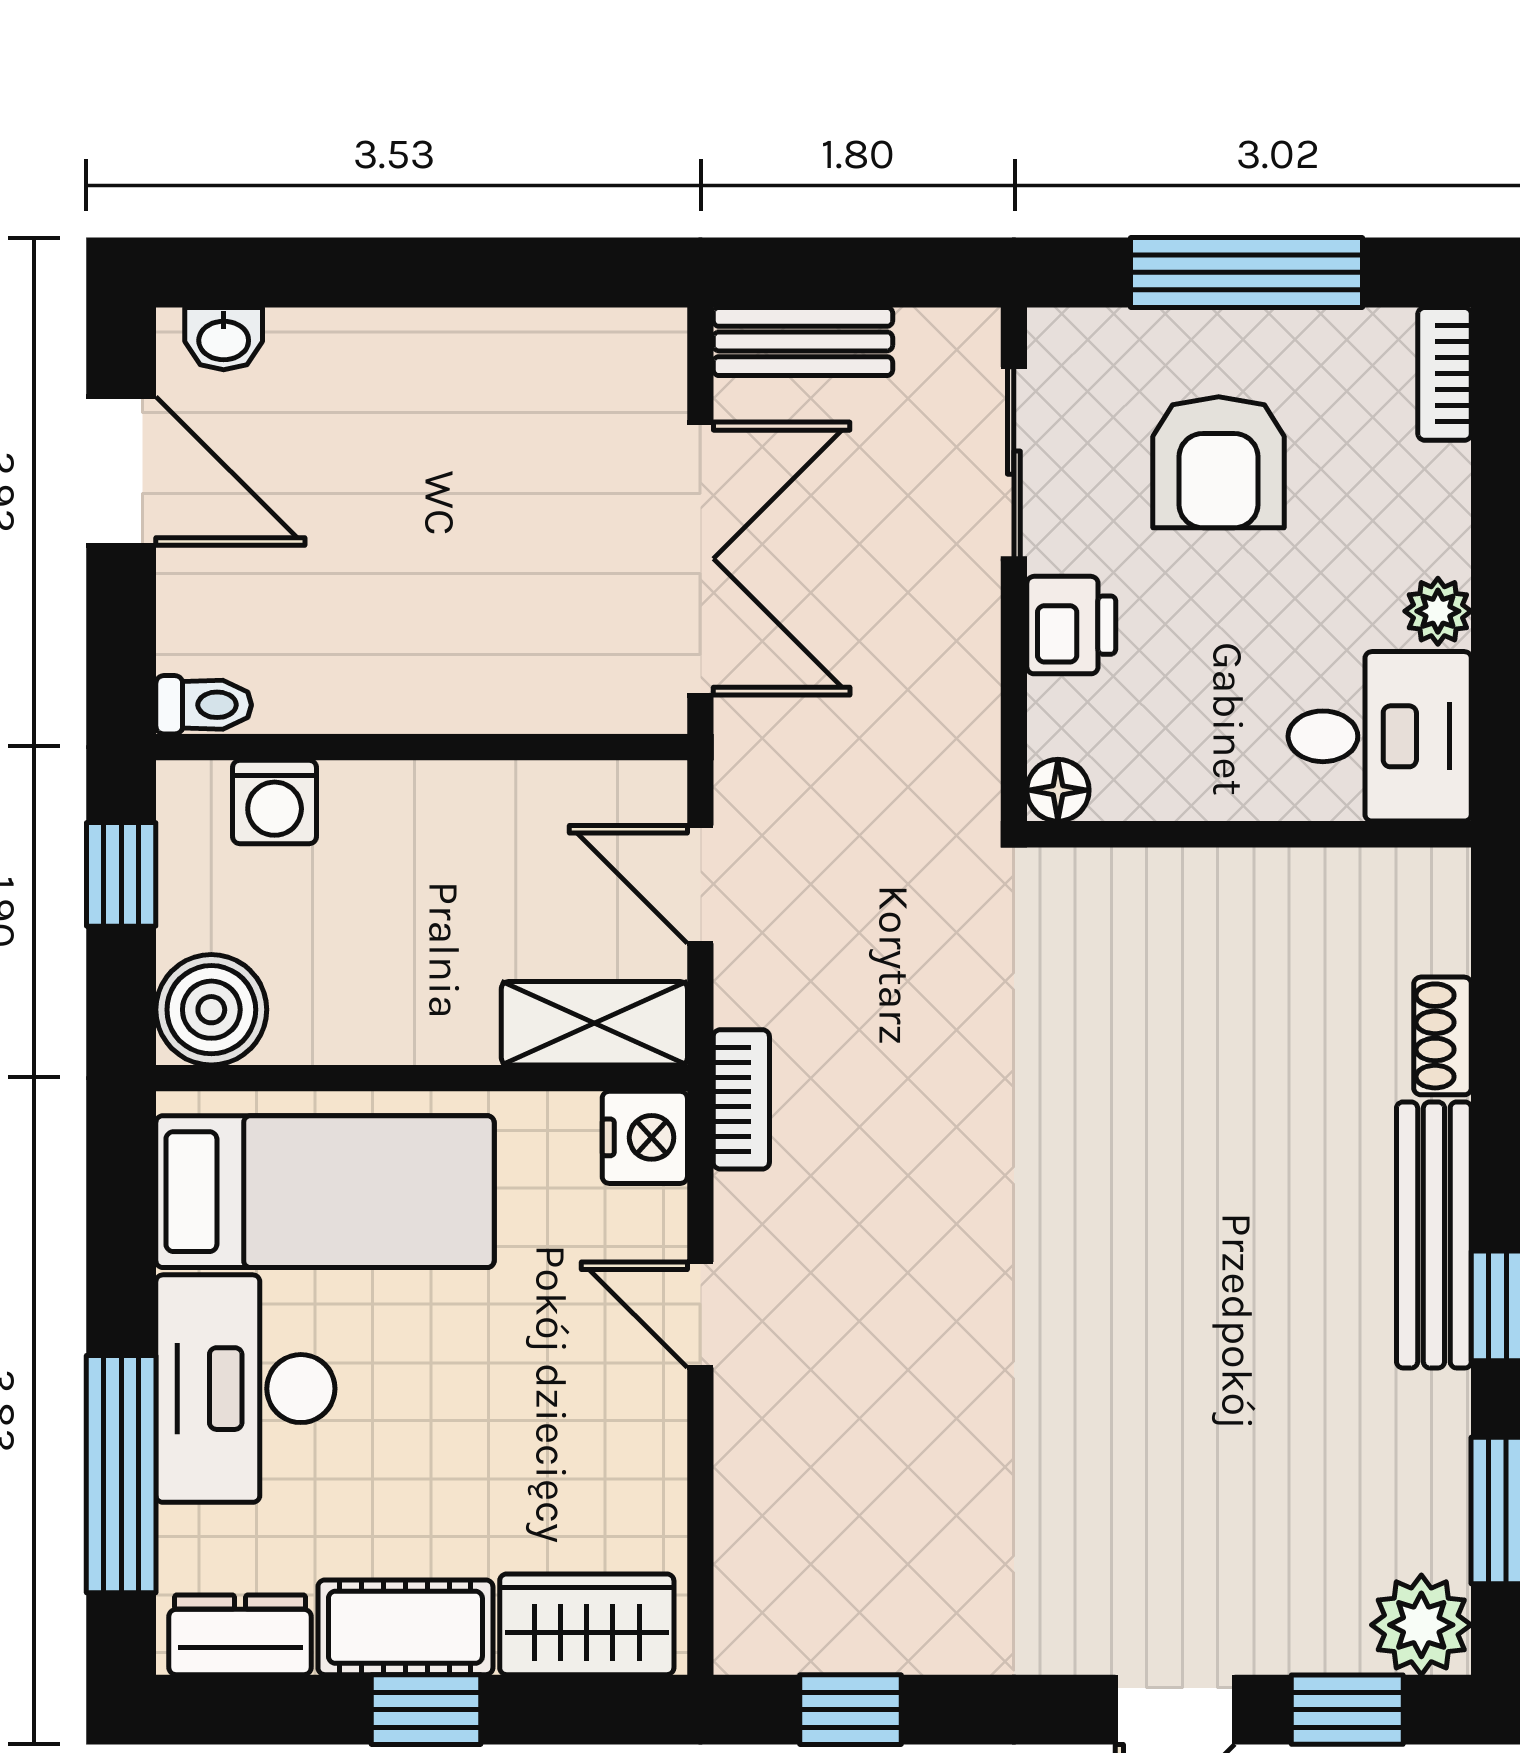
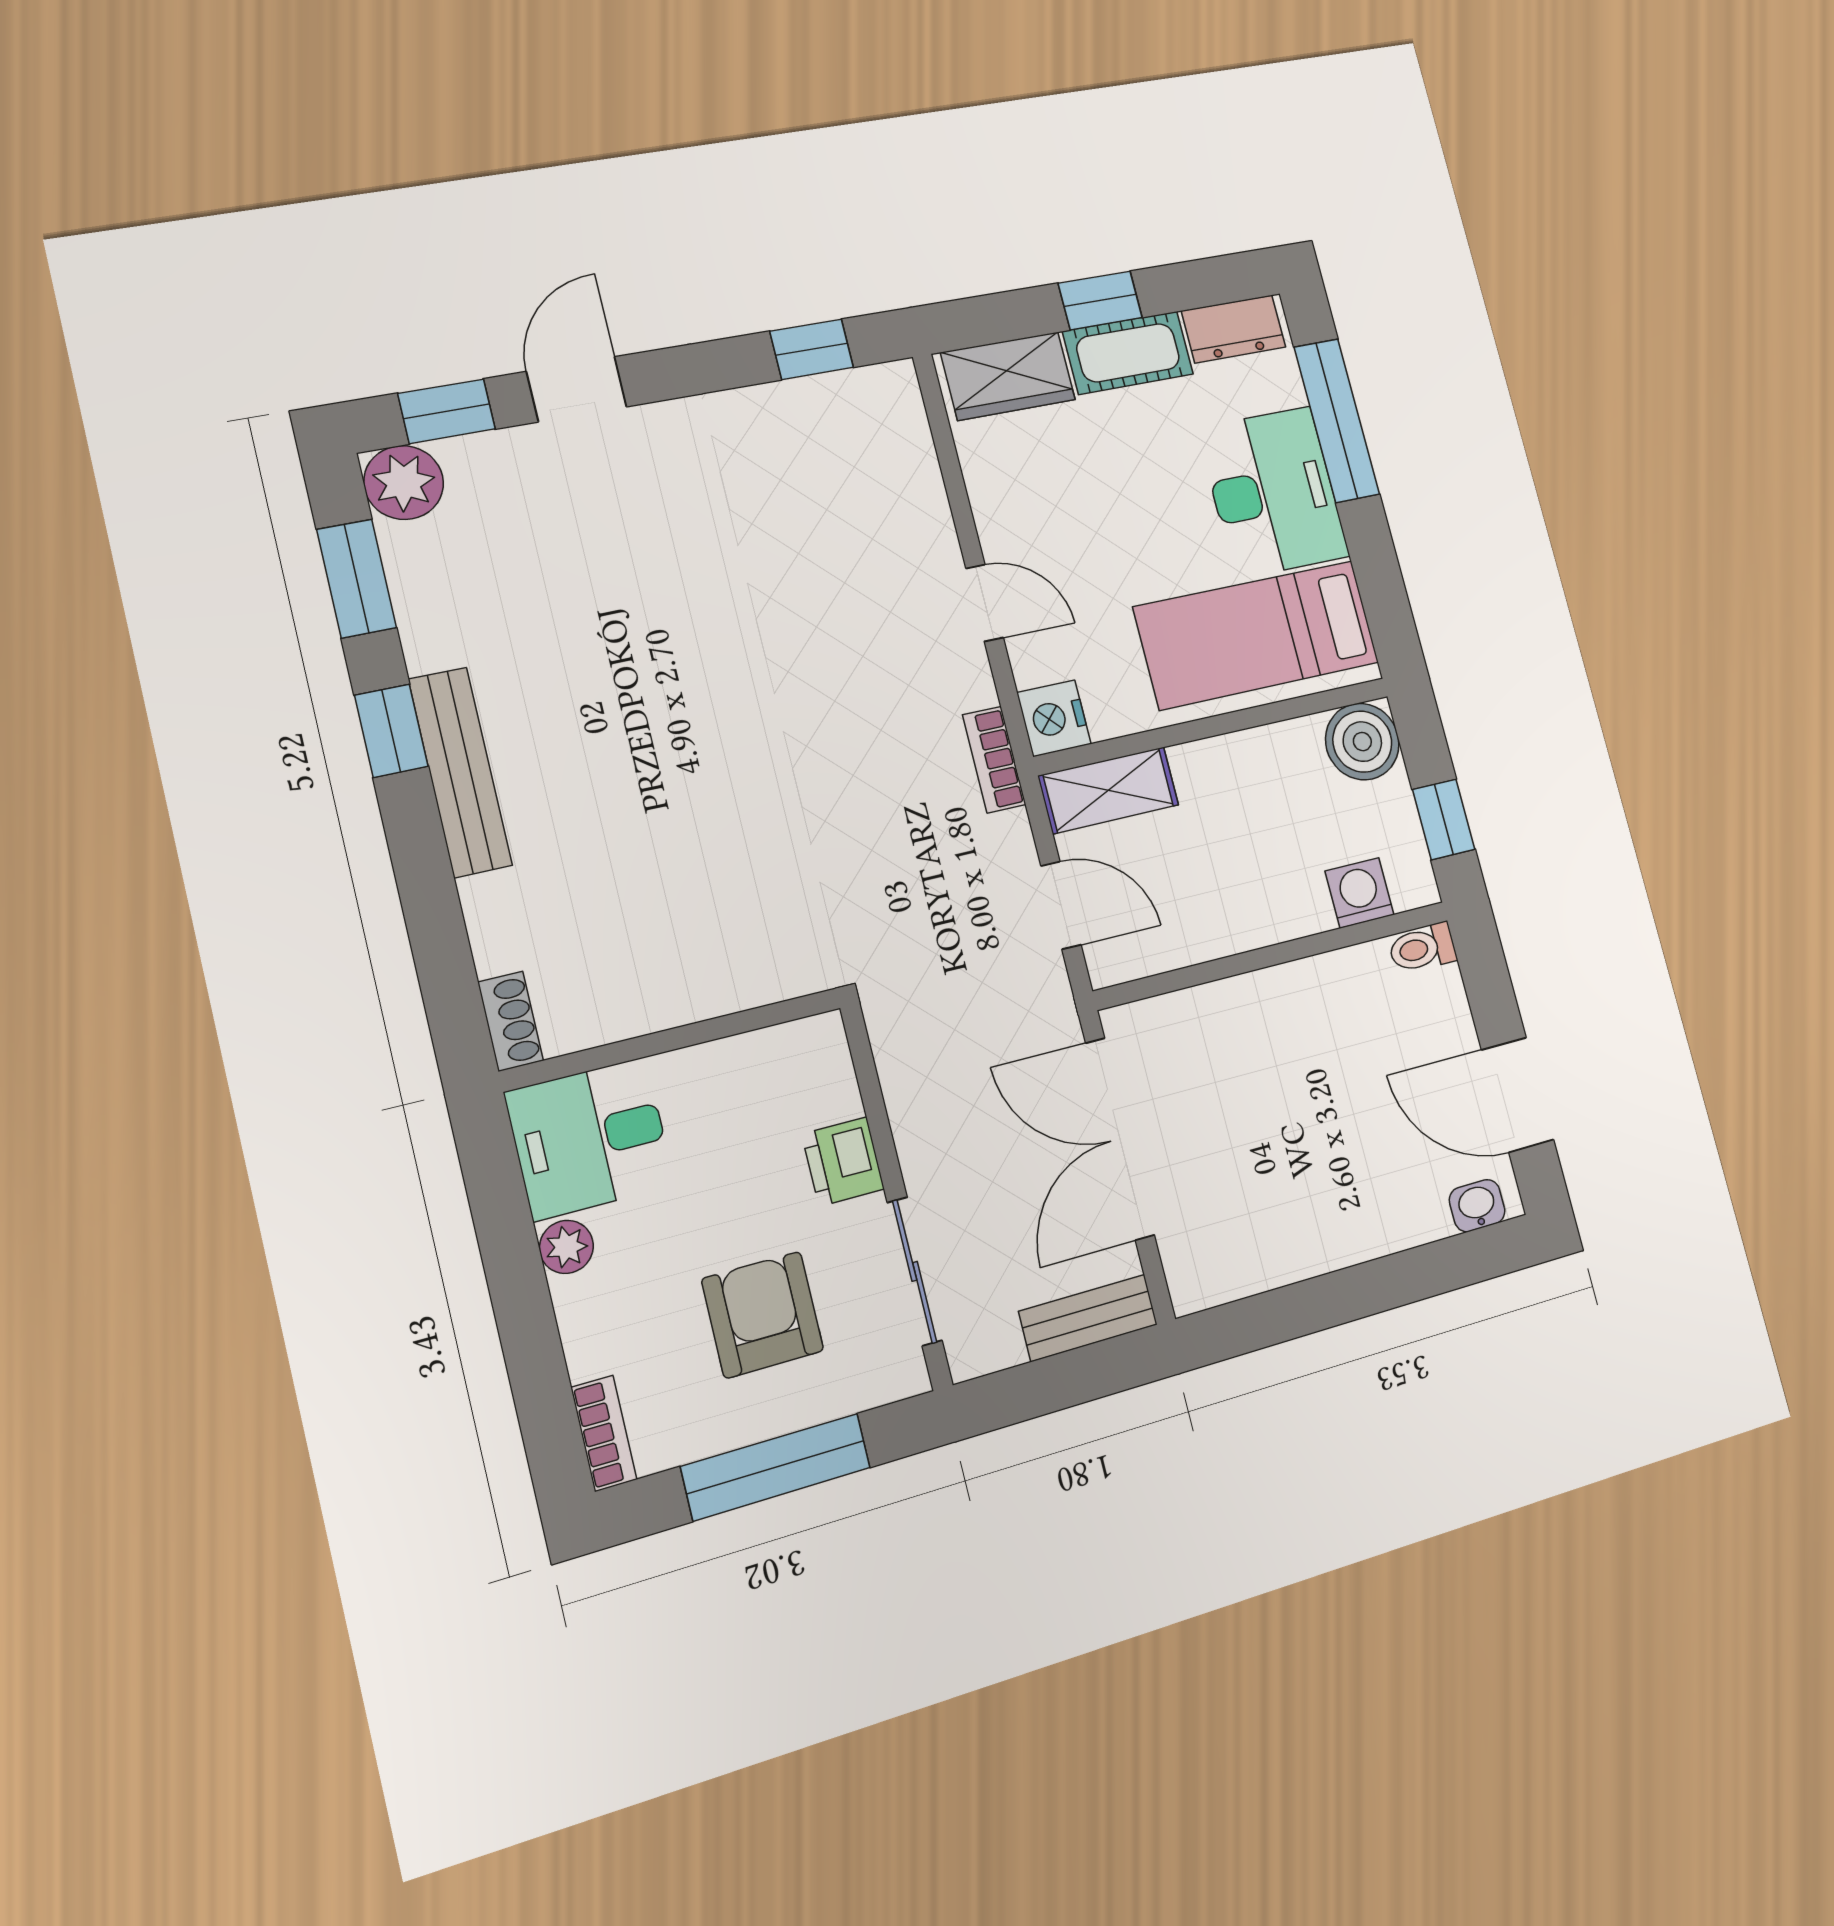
floor lamp: (1058, 790) -> (823, 1036), removed
shoe rack: (1443, 1036) -> (511, 1021), moved

